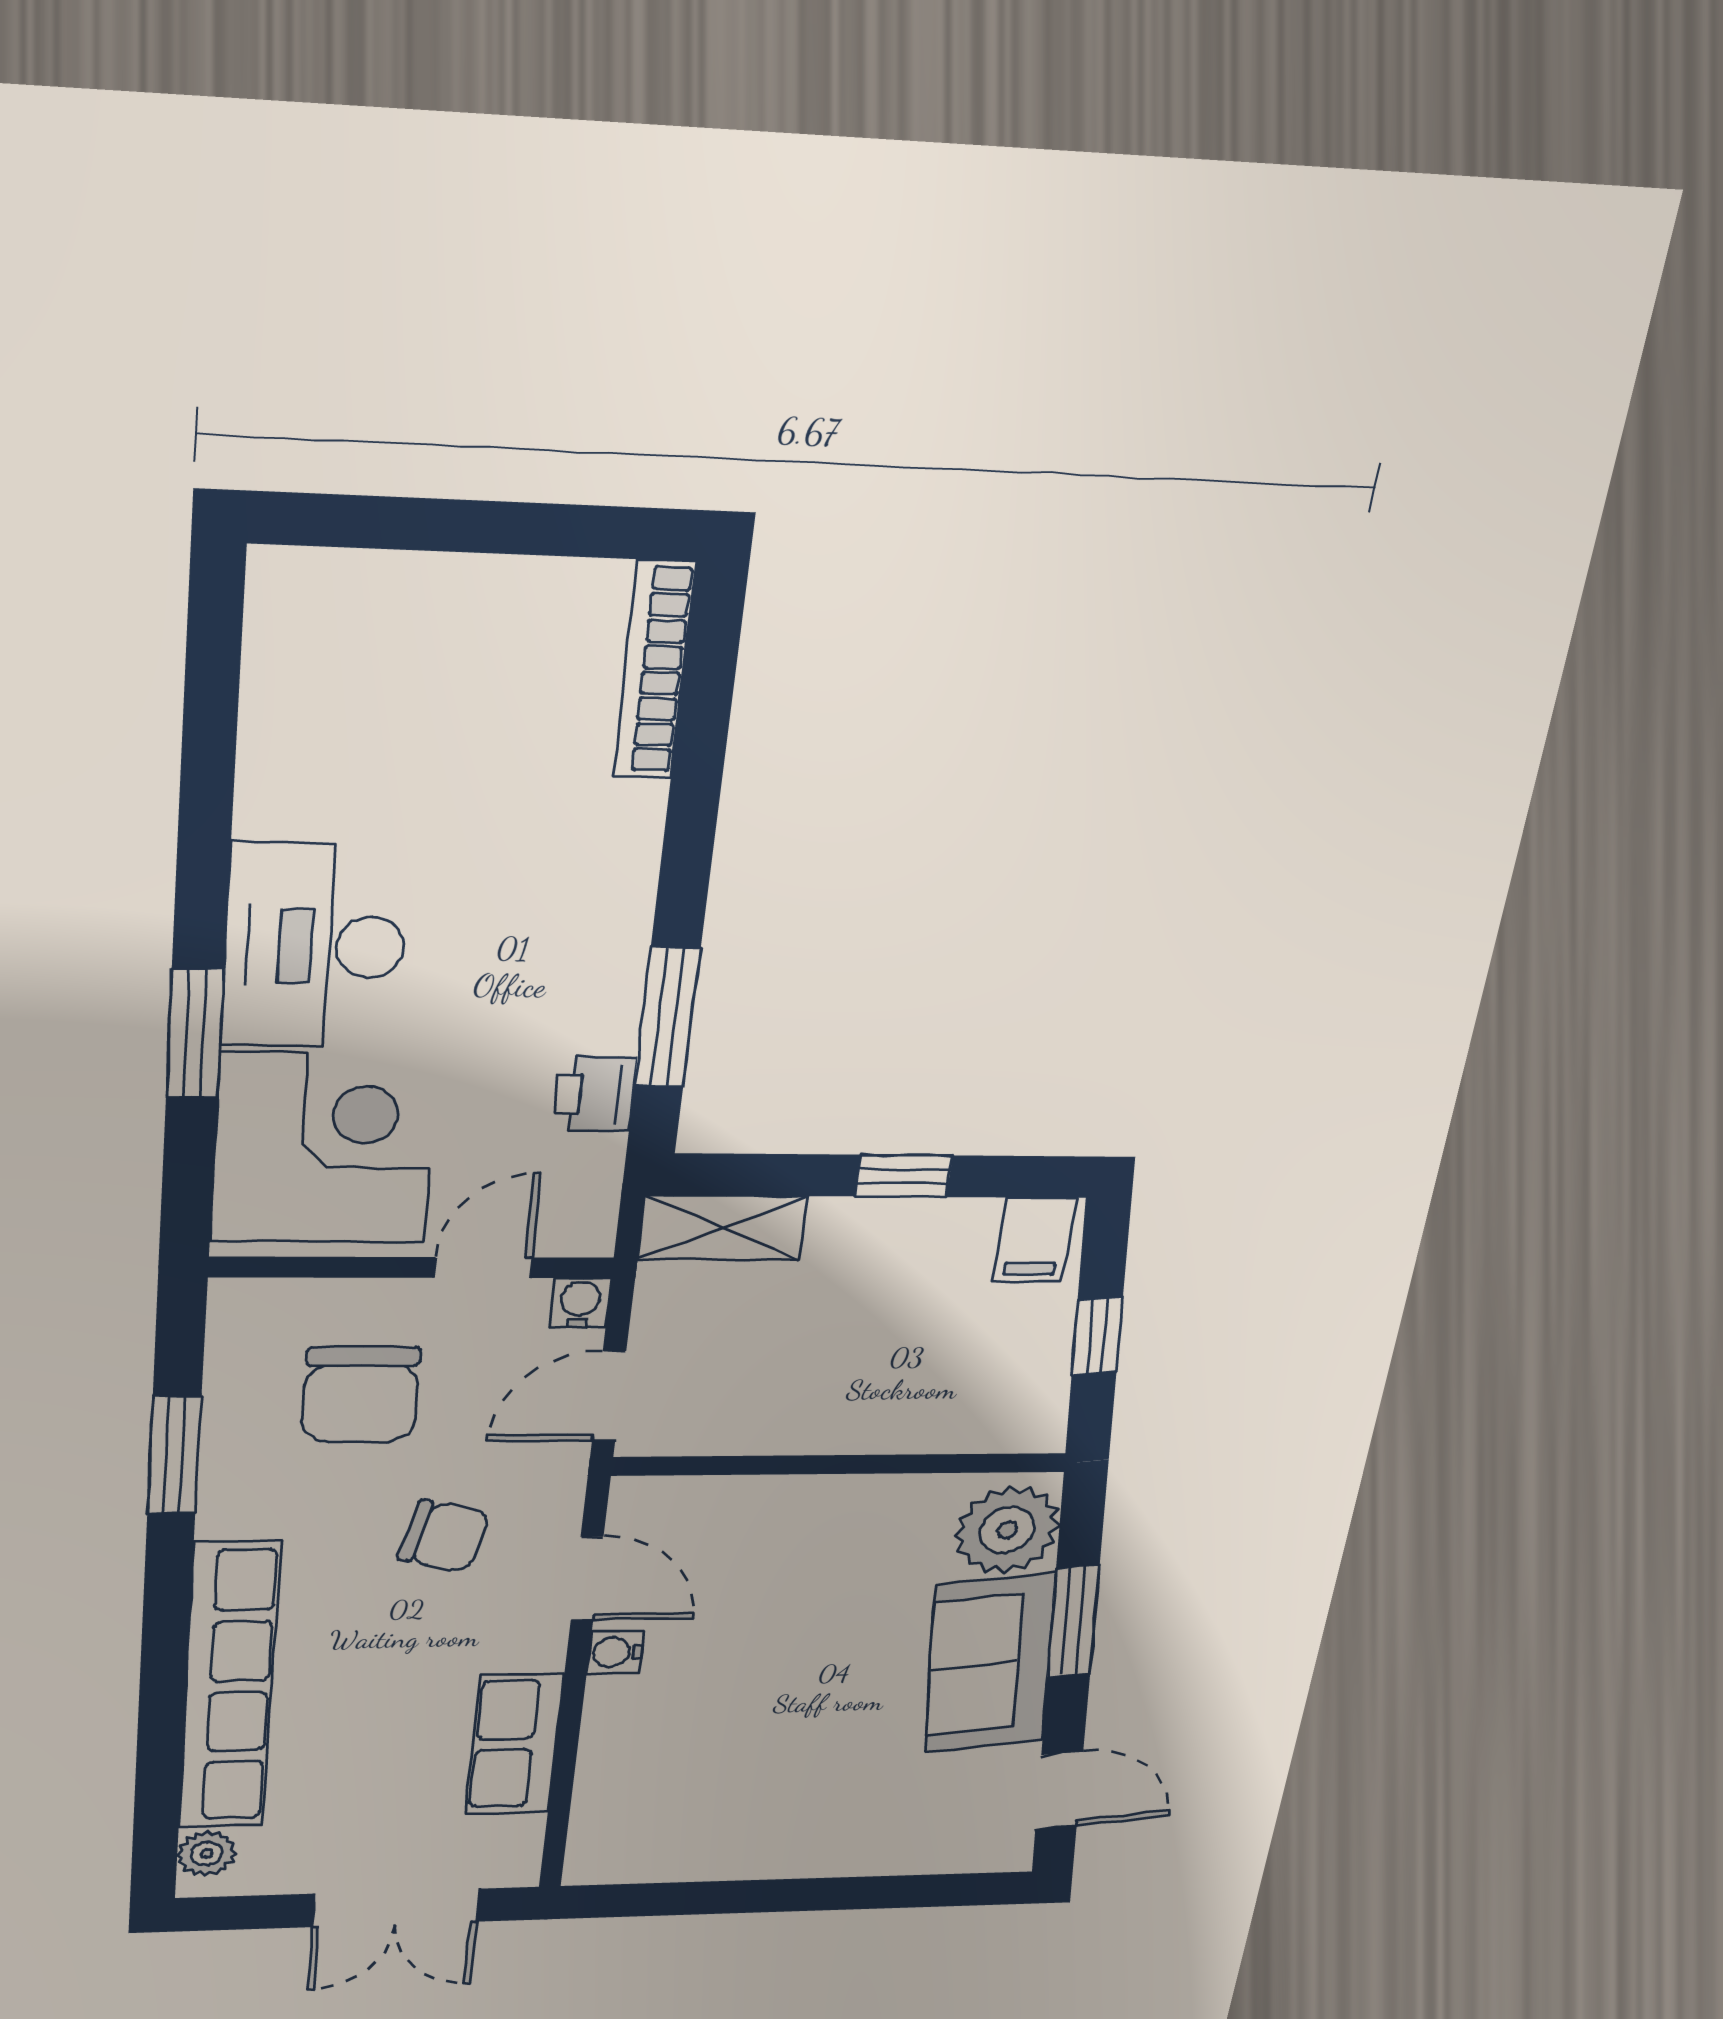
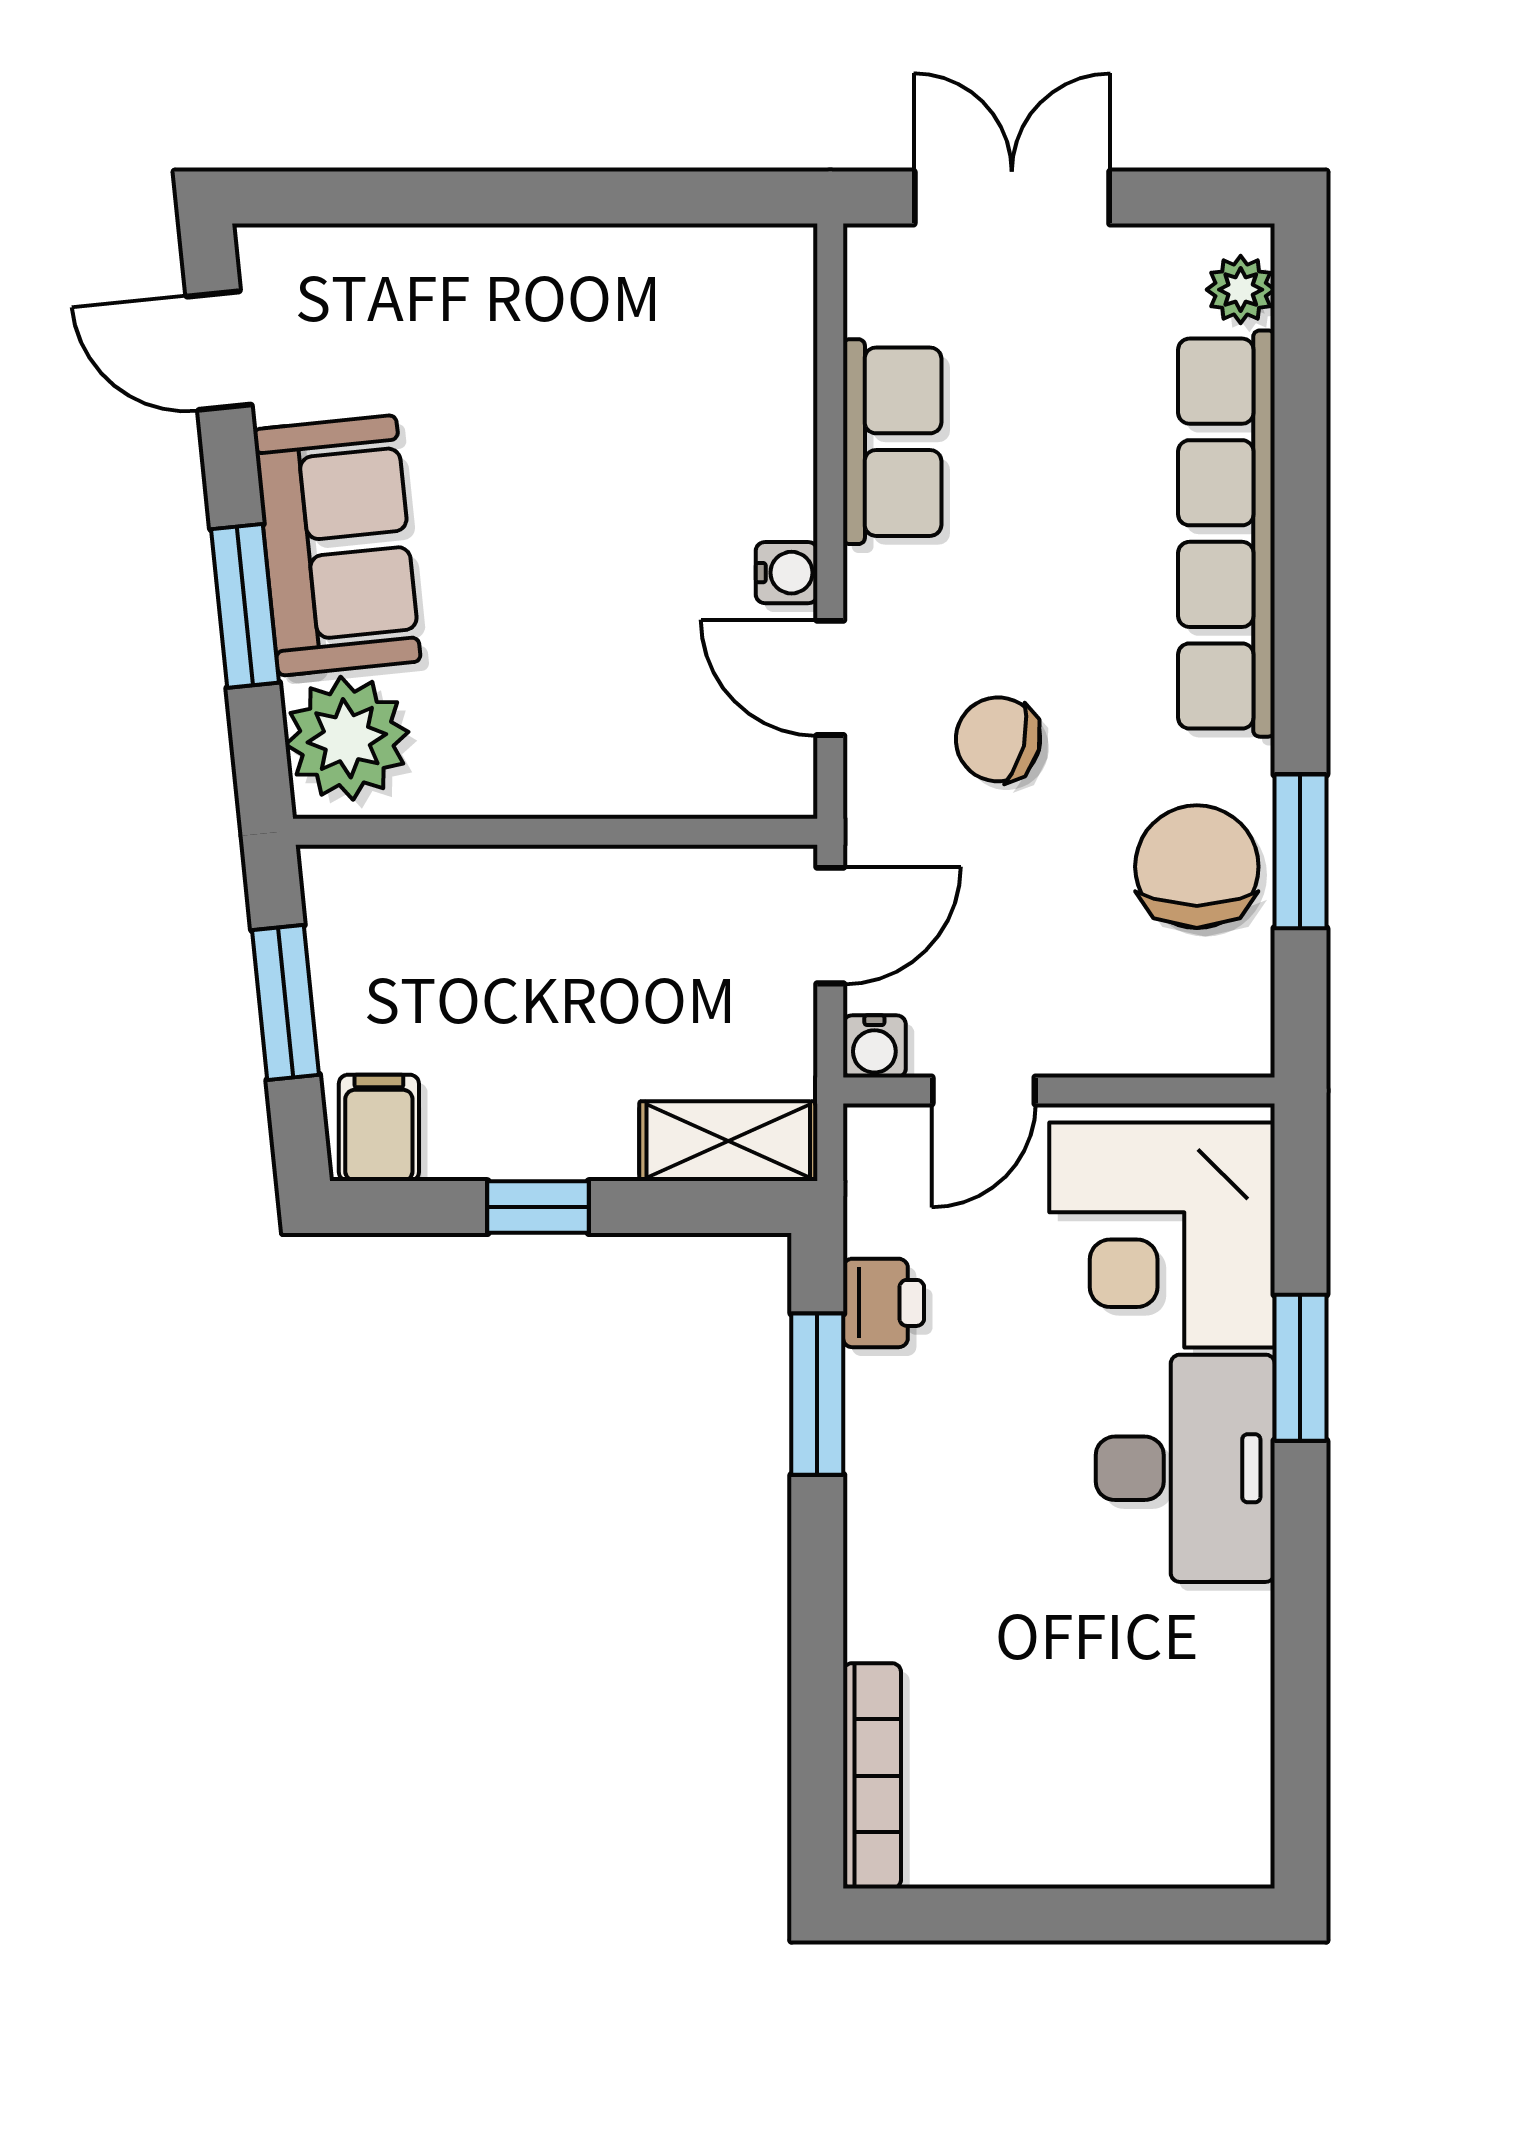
window: (1097, 1336) -> (286, 1002), width x1.50
chair: (360, 1395) -> (1197, 867), moved

